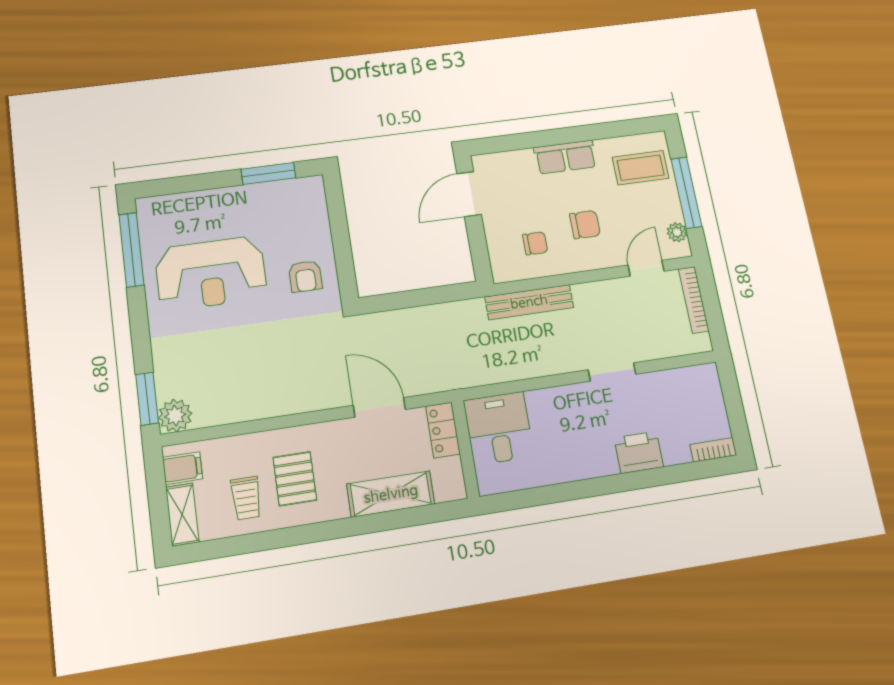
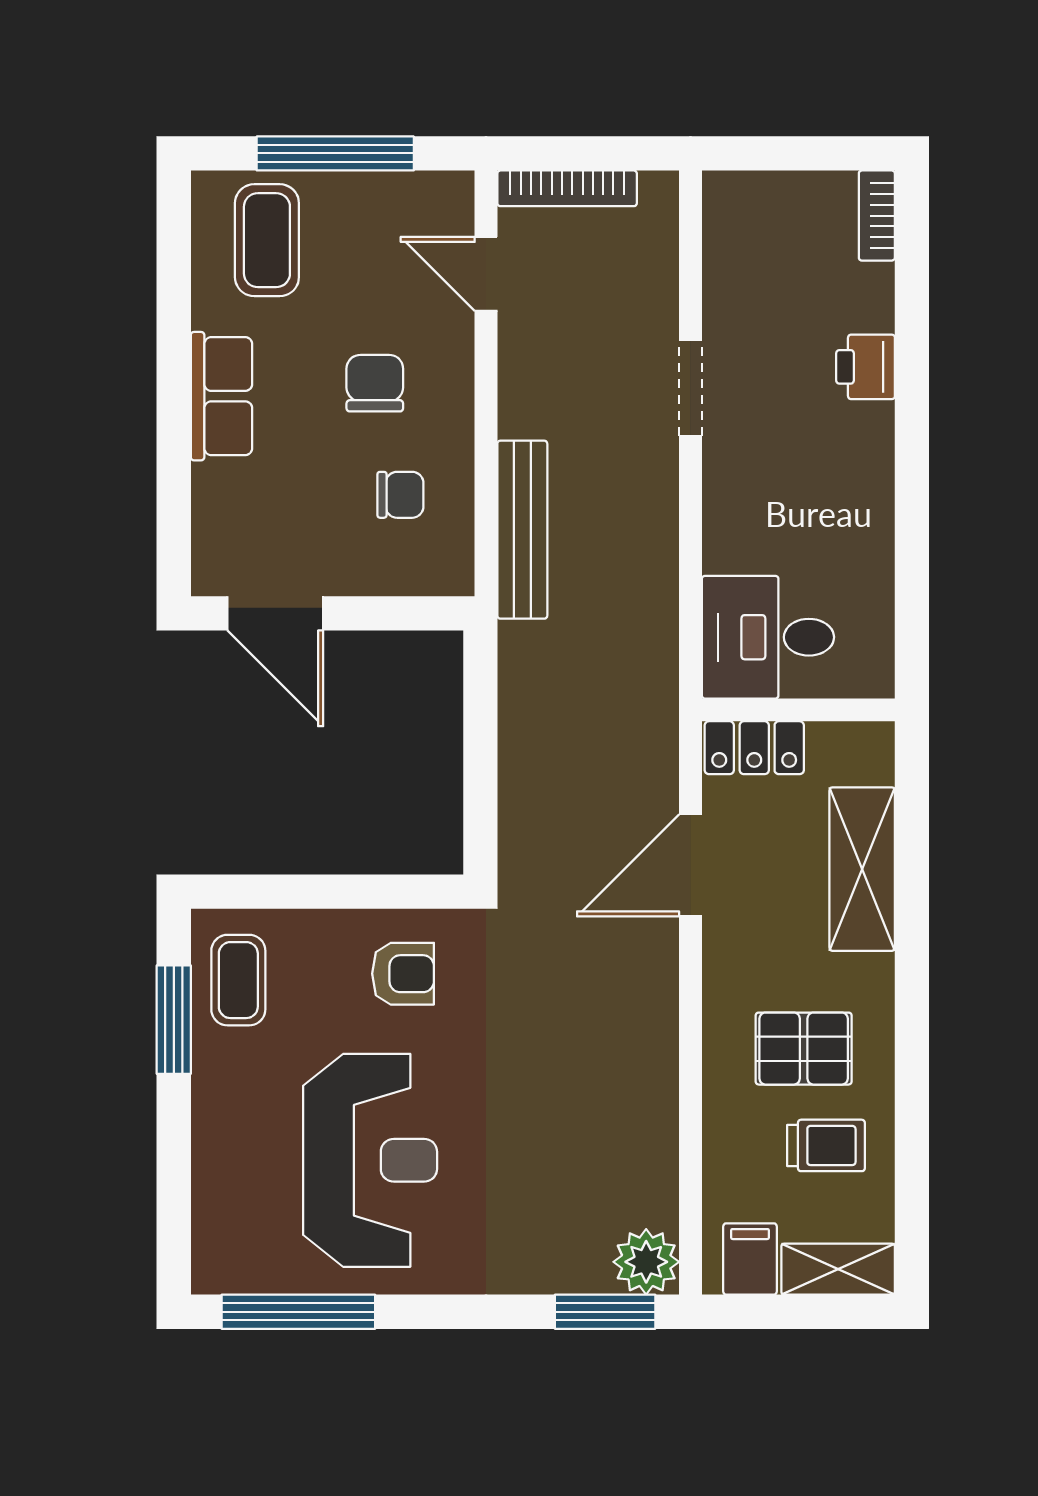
coffee table: (292, 200) -> (238, 980), added
plant: (677, 232) -> (419, 192), removed
chair: (535, 243) -> (400, 495), turned 90
printer: (639, 452) -> (866, 367), width x0.73, depth x0.81

